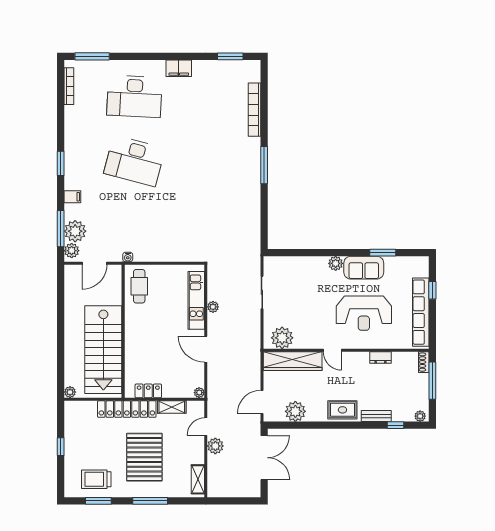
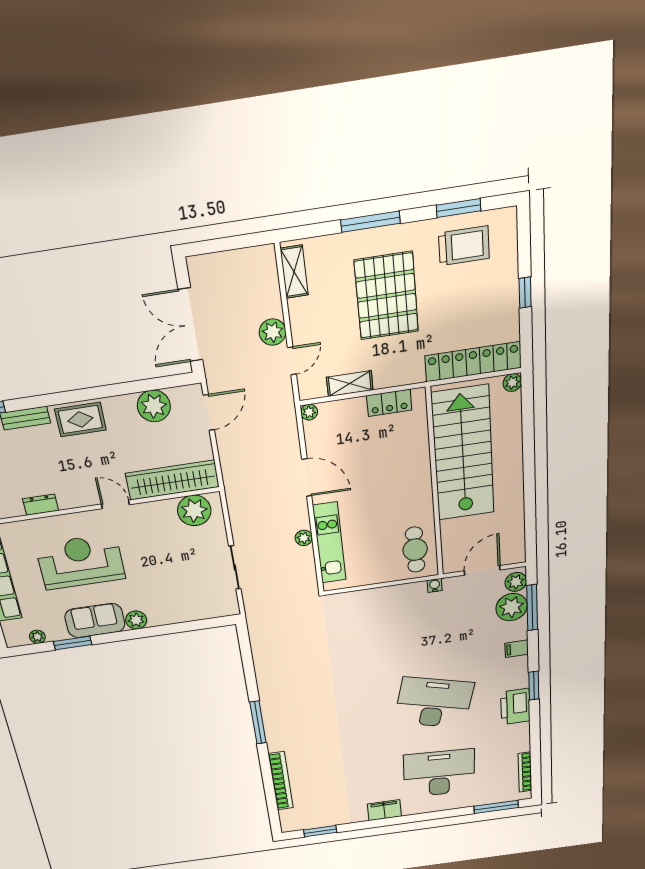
printer: (75, 147) -> (515, 707), added
plant: (406, 262) -> (37, 637), added
locker: (127, 409) -> (473, 362), moved

